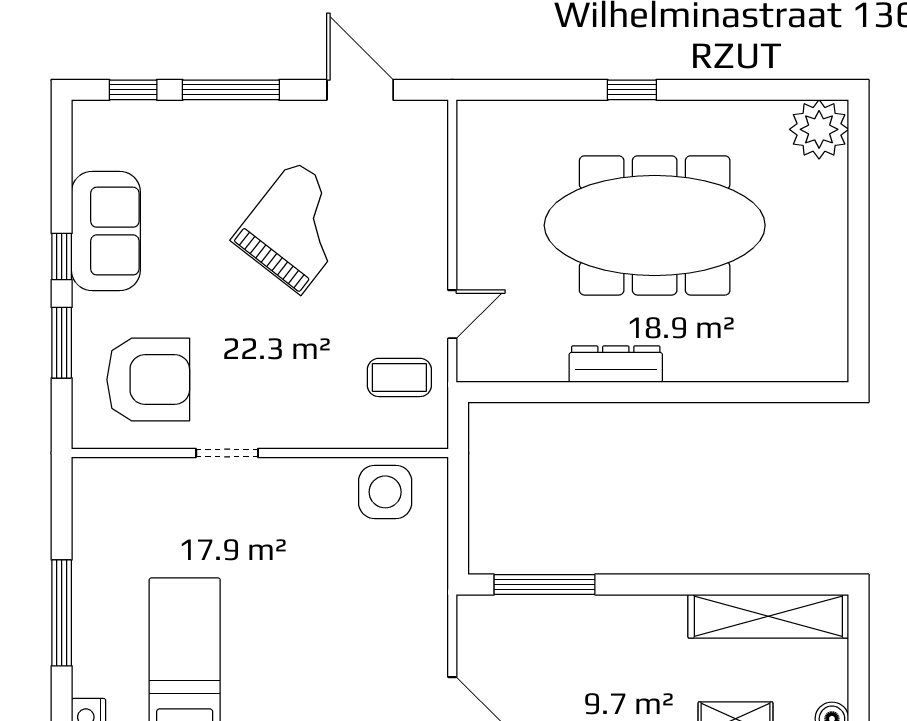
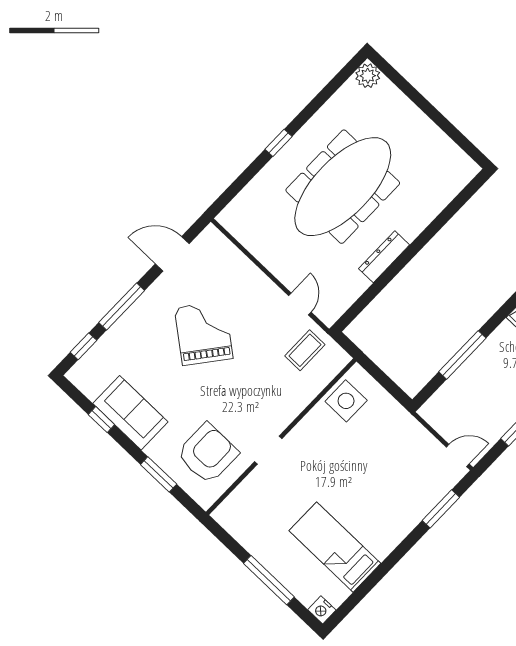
plant: (819, 129) -> (368, 76), width x0.73, depth x0.73
window: (62, 256) -> (101, 420), moved
window: (544, 585) -> (462, 355), moved

